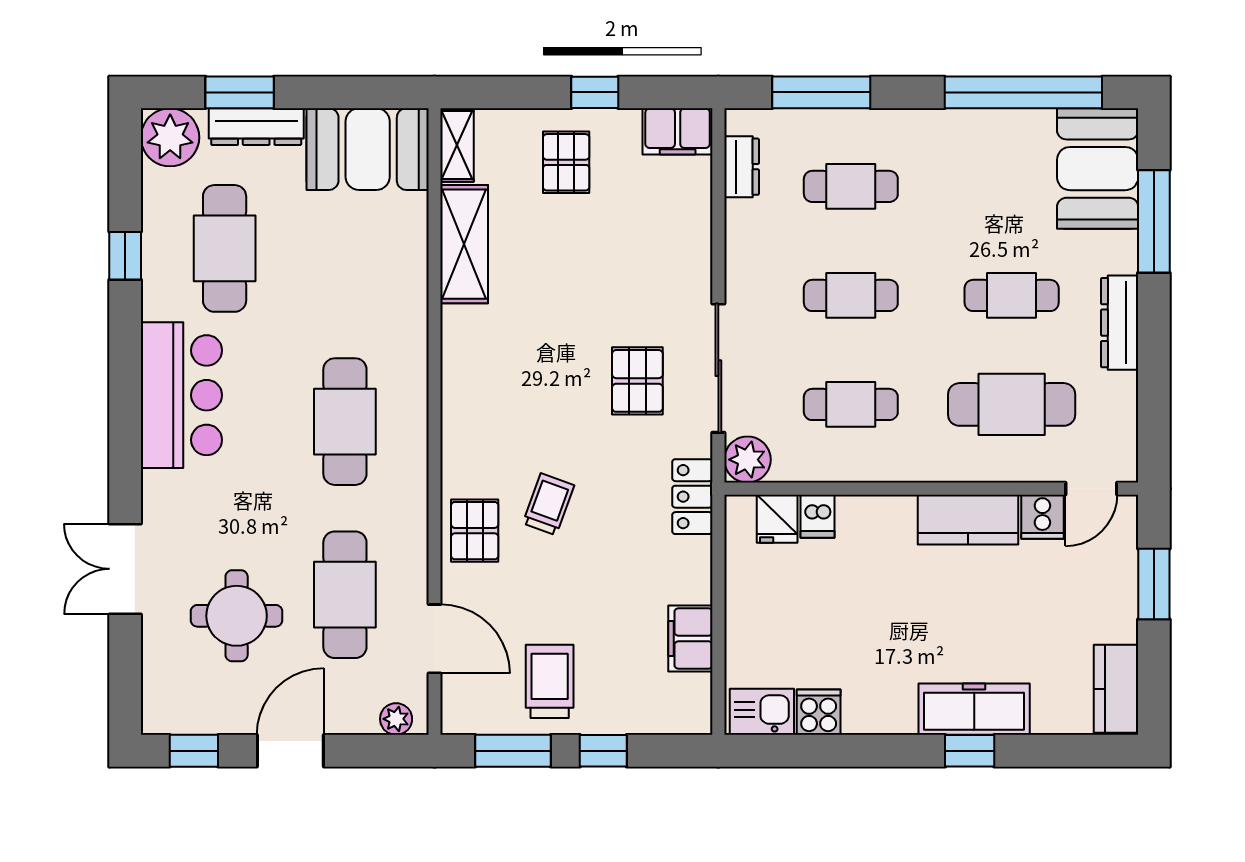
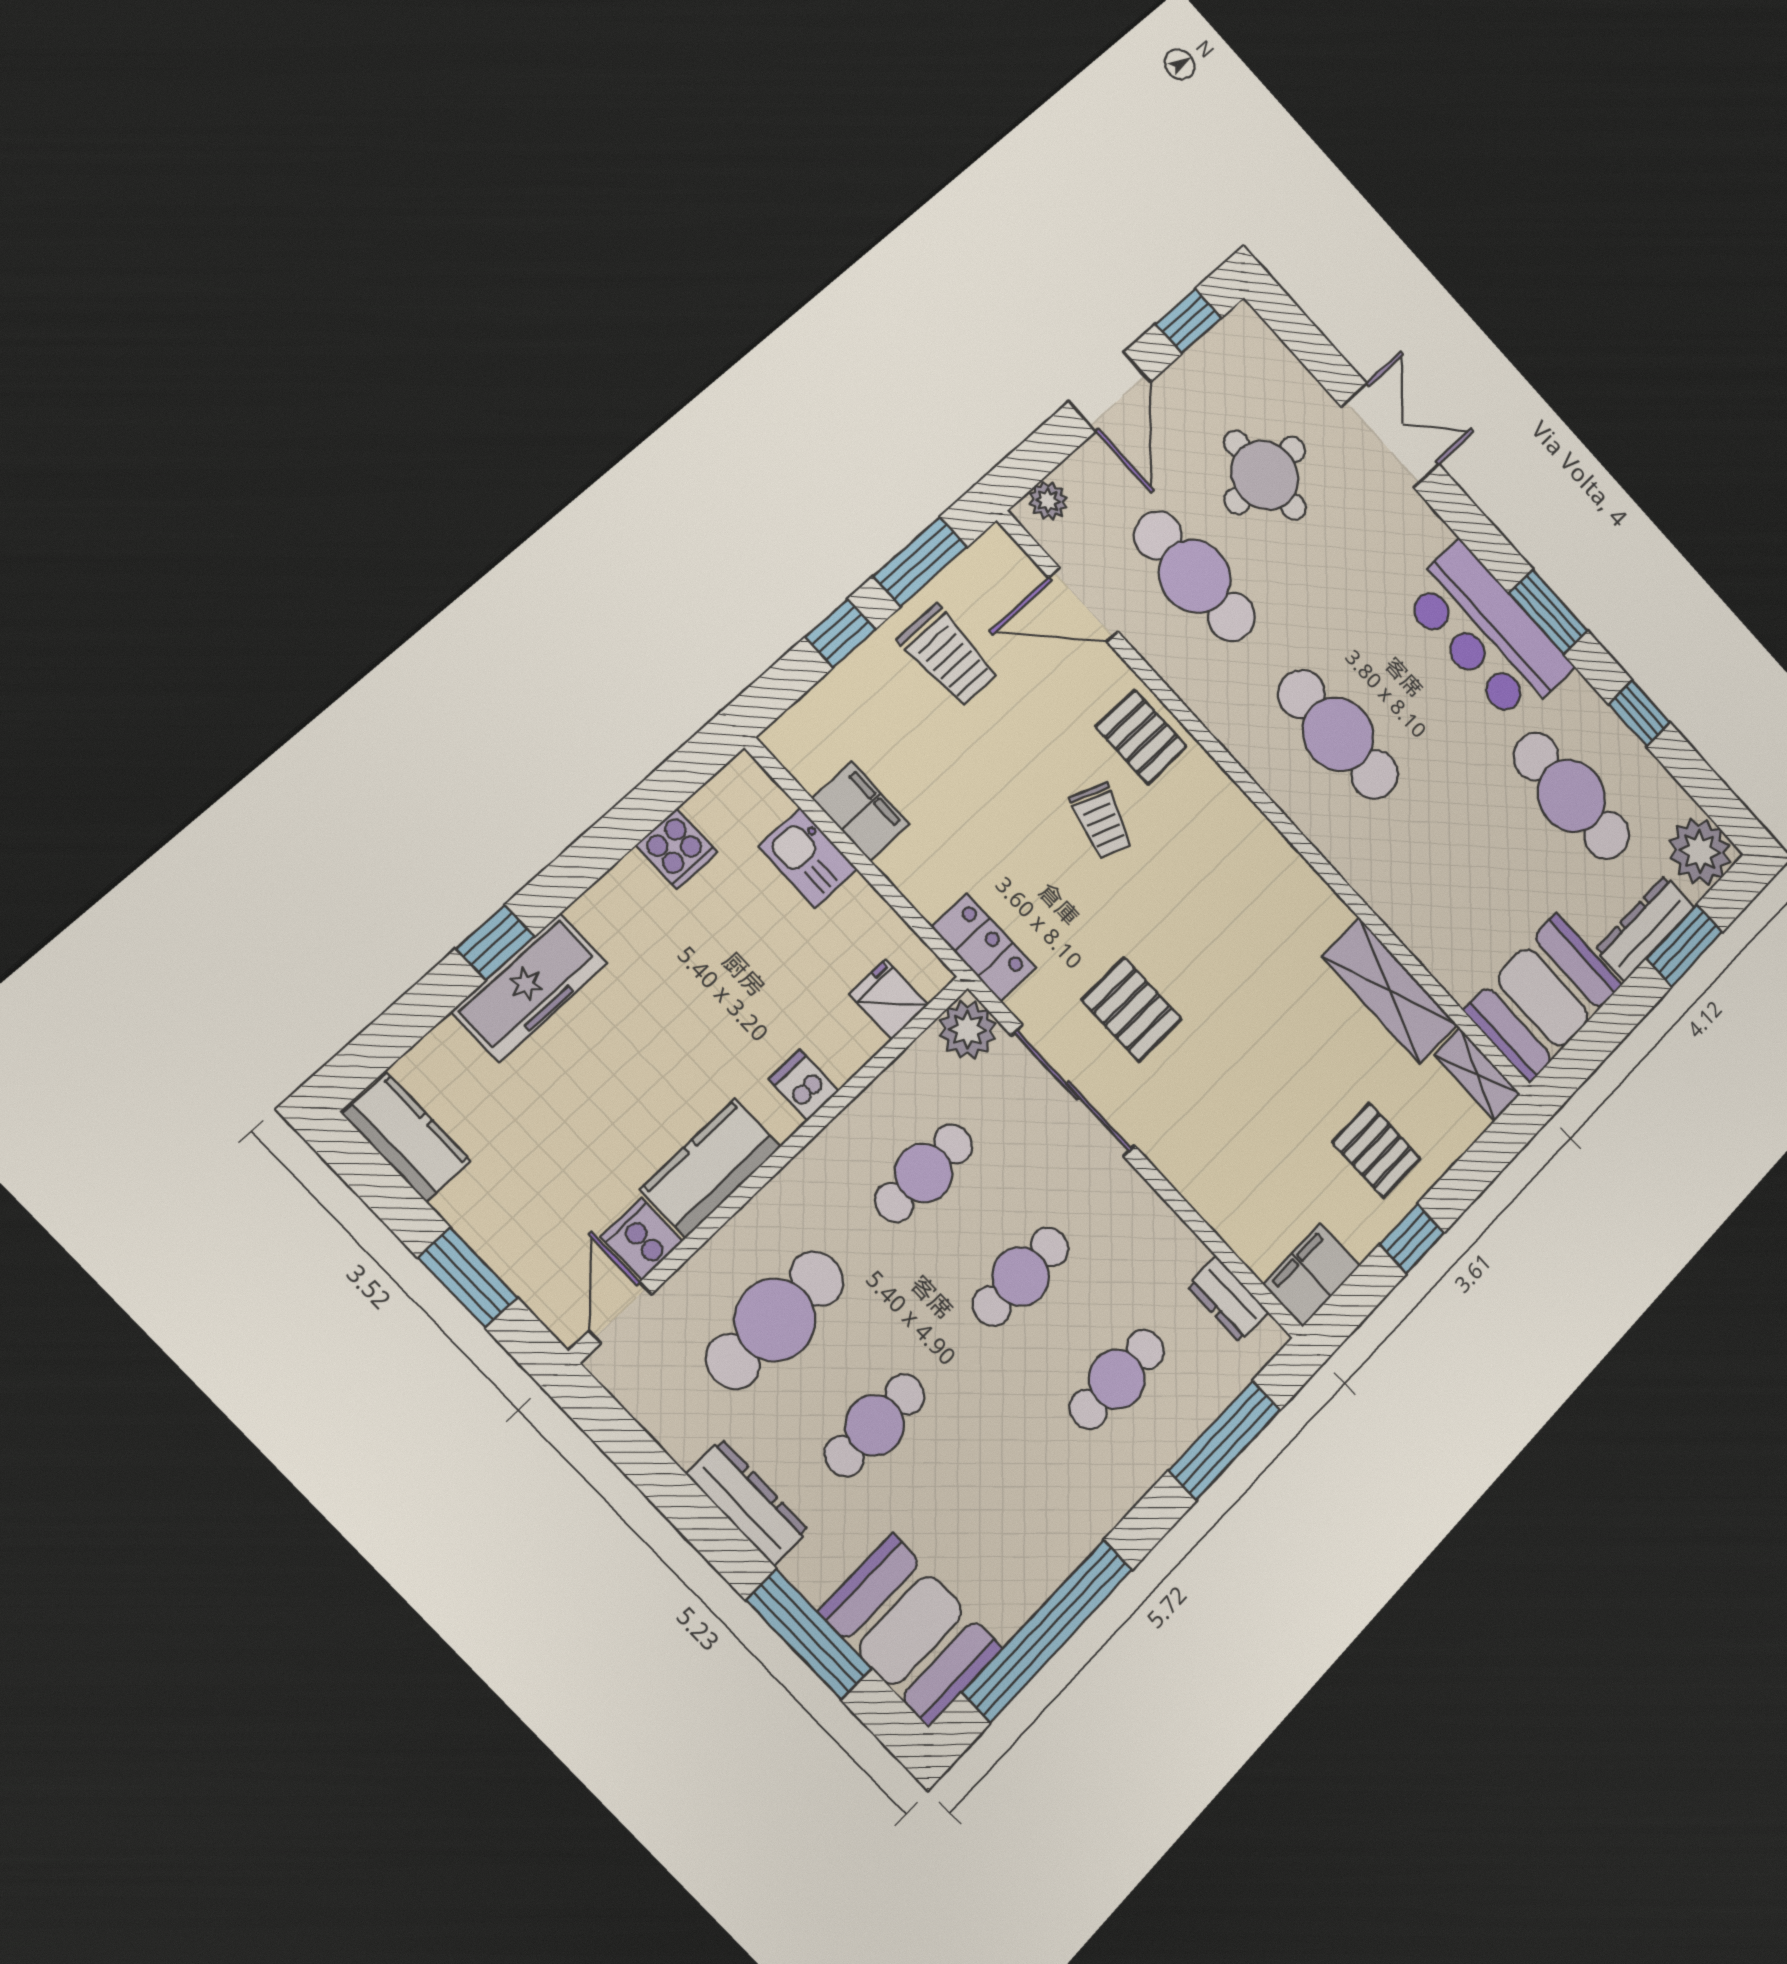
window: (125, 371) -> (1548, 612), added
dishwasher: (817, 516) -> (804, 1085), moved
kitchen sink: (762, 712) -> (808, 858), moved, turned 90

